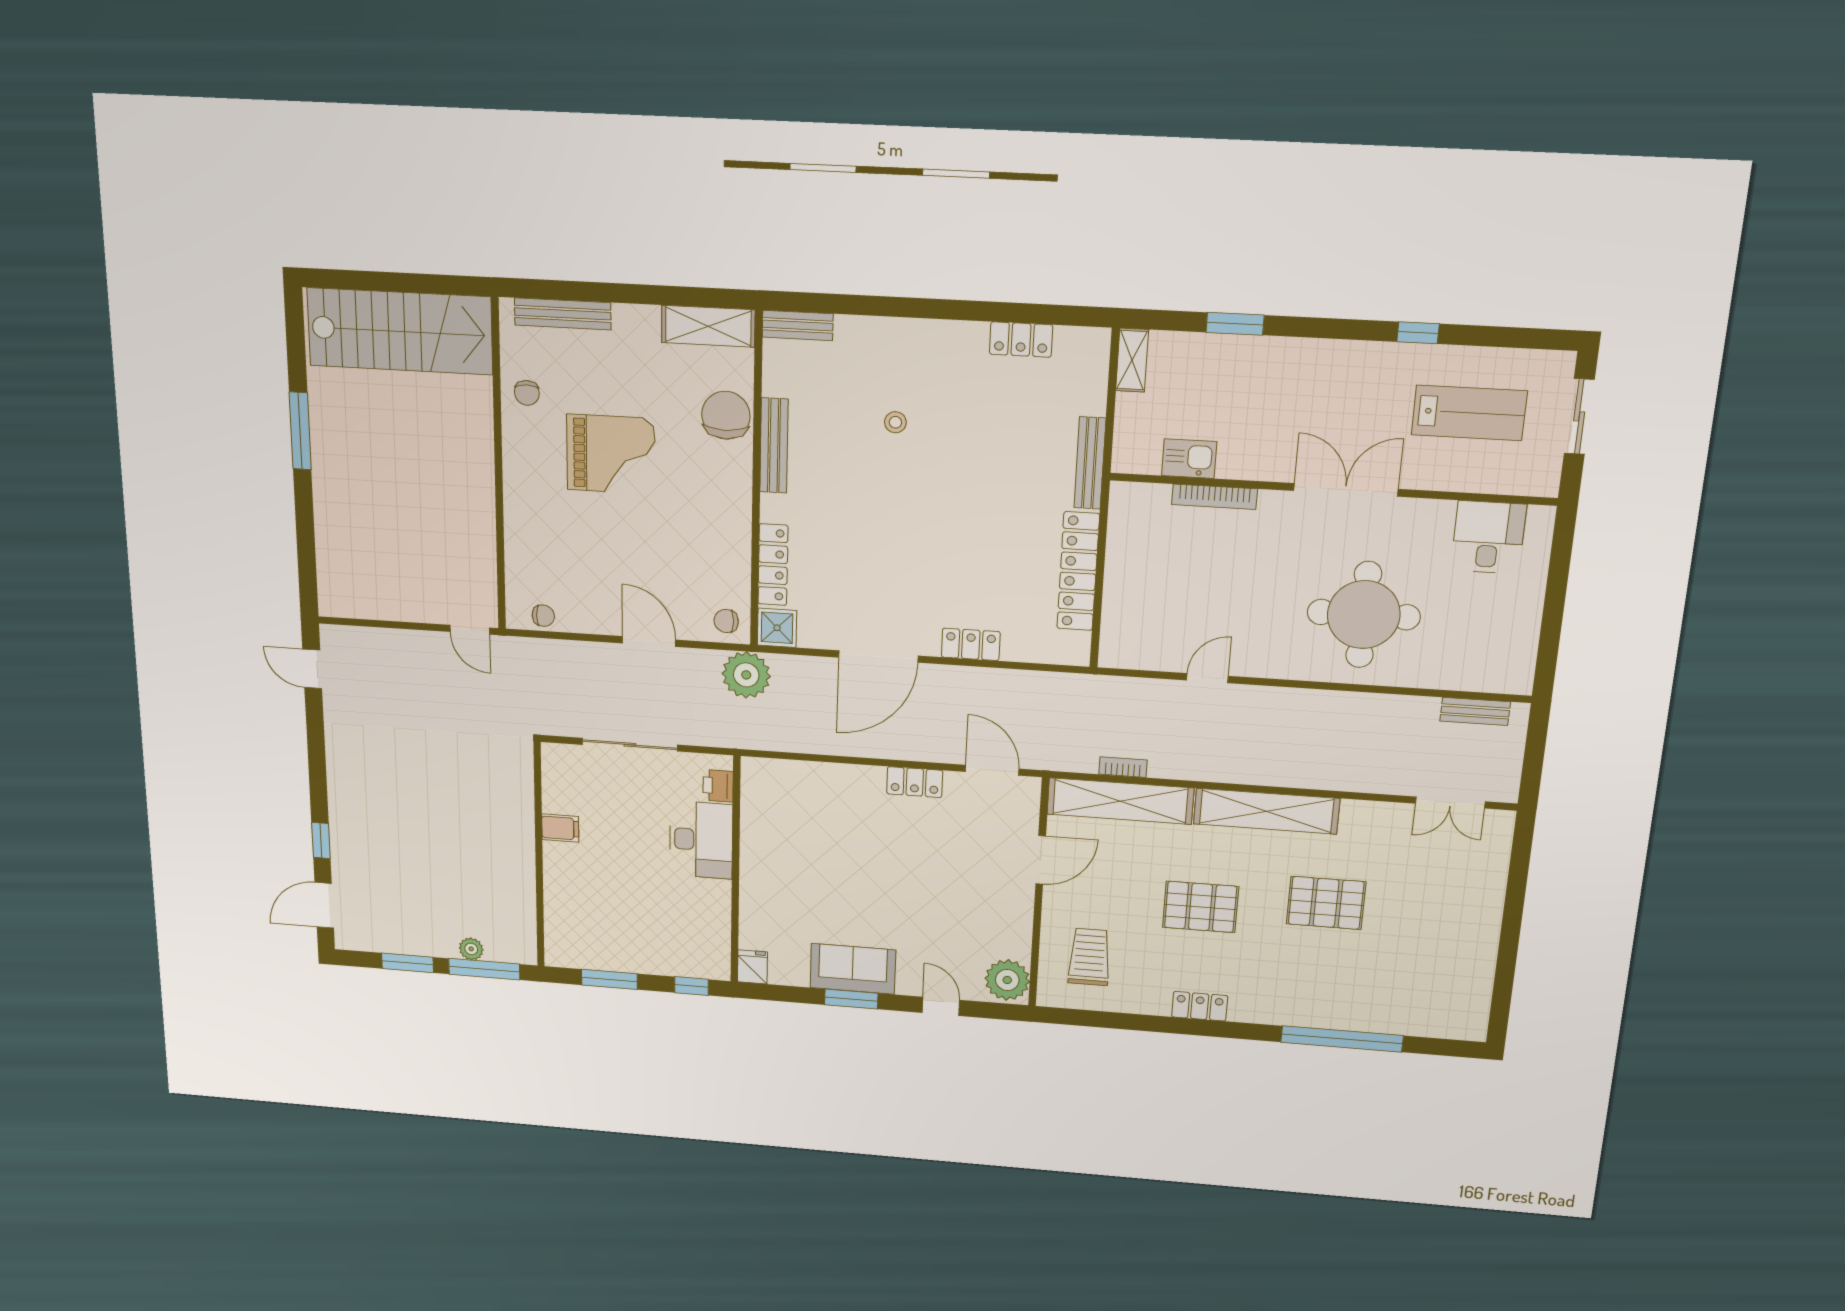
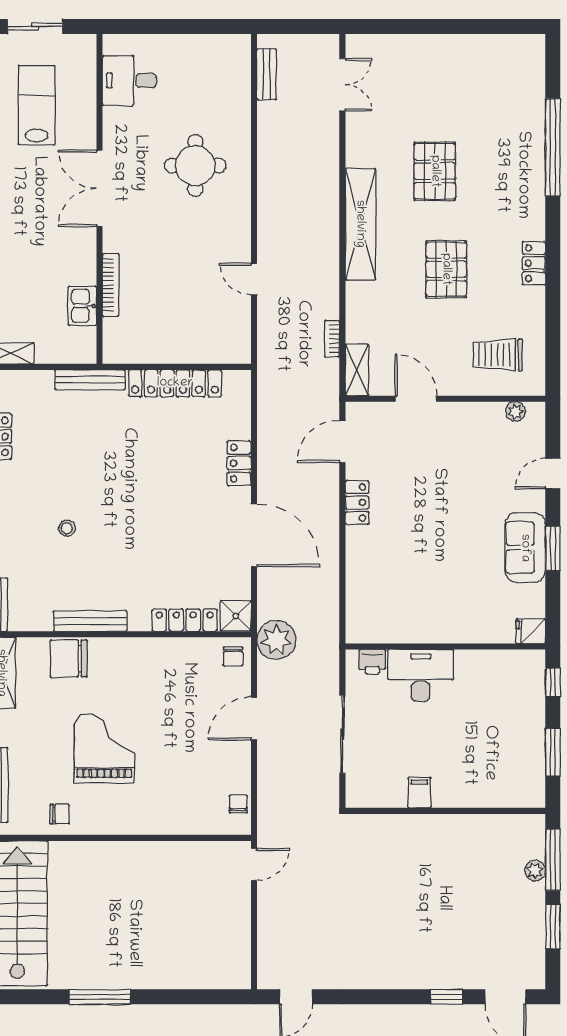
round table: (1364, 615) -> (195, 166), width x0.73, depth x0.73
shelving: (1120, 801) -> (357, 370), width x0.45, depth x0.75
plant: (1007, 980) -> (515, 412), width x0.53, depth x0.53

